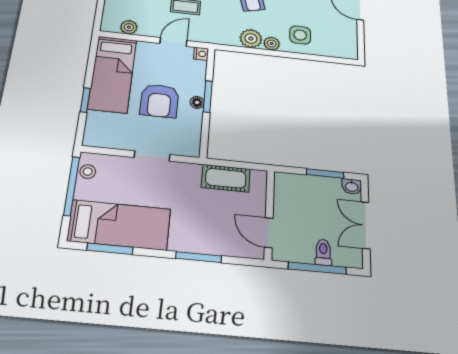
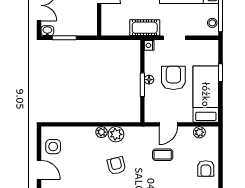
side table: (300, 35) -> (53, 147), moved
nightstand: (201, 54) -> (149, 45), moved
cot: (226, 178) -> (145, 28), moved

